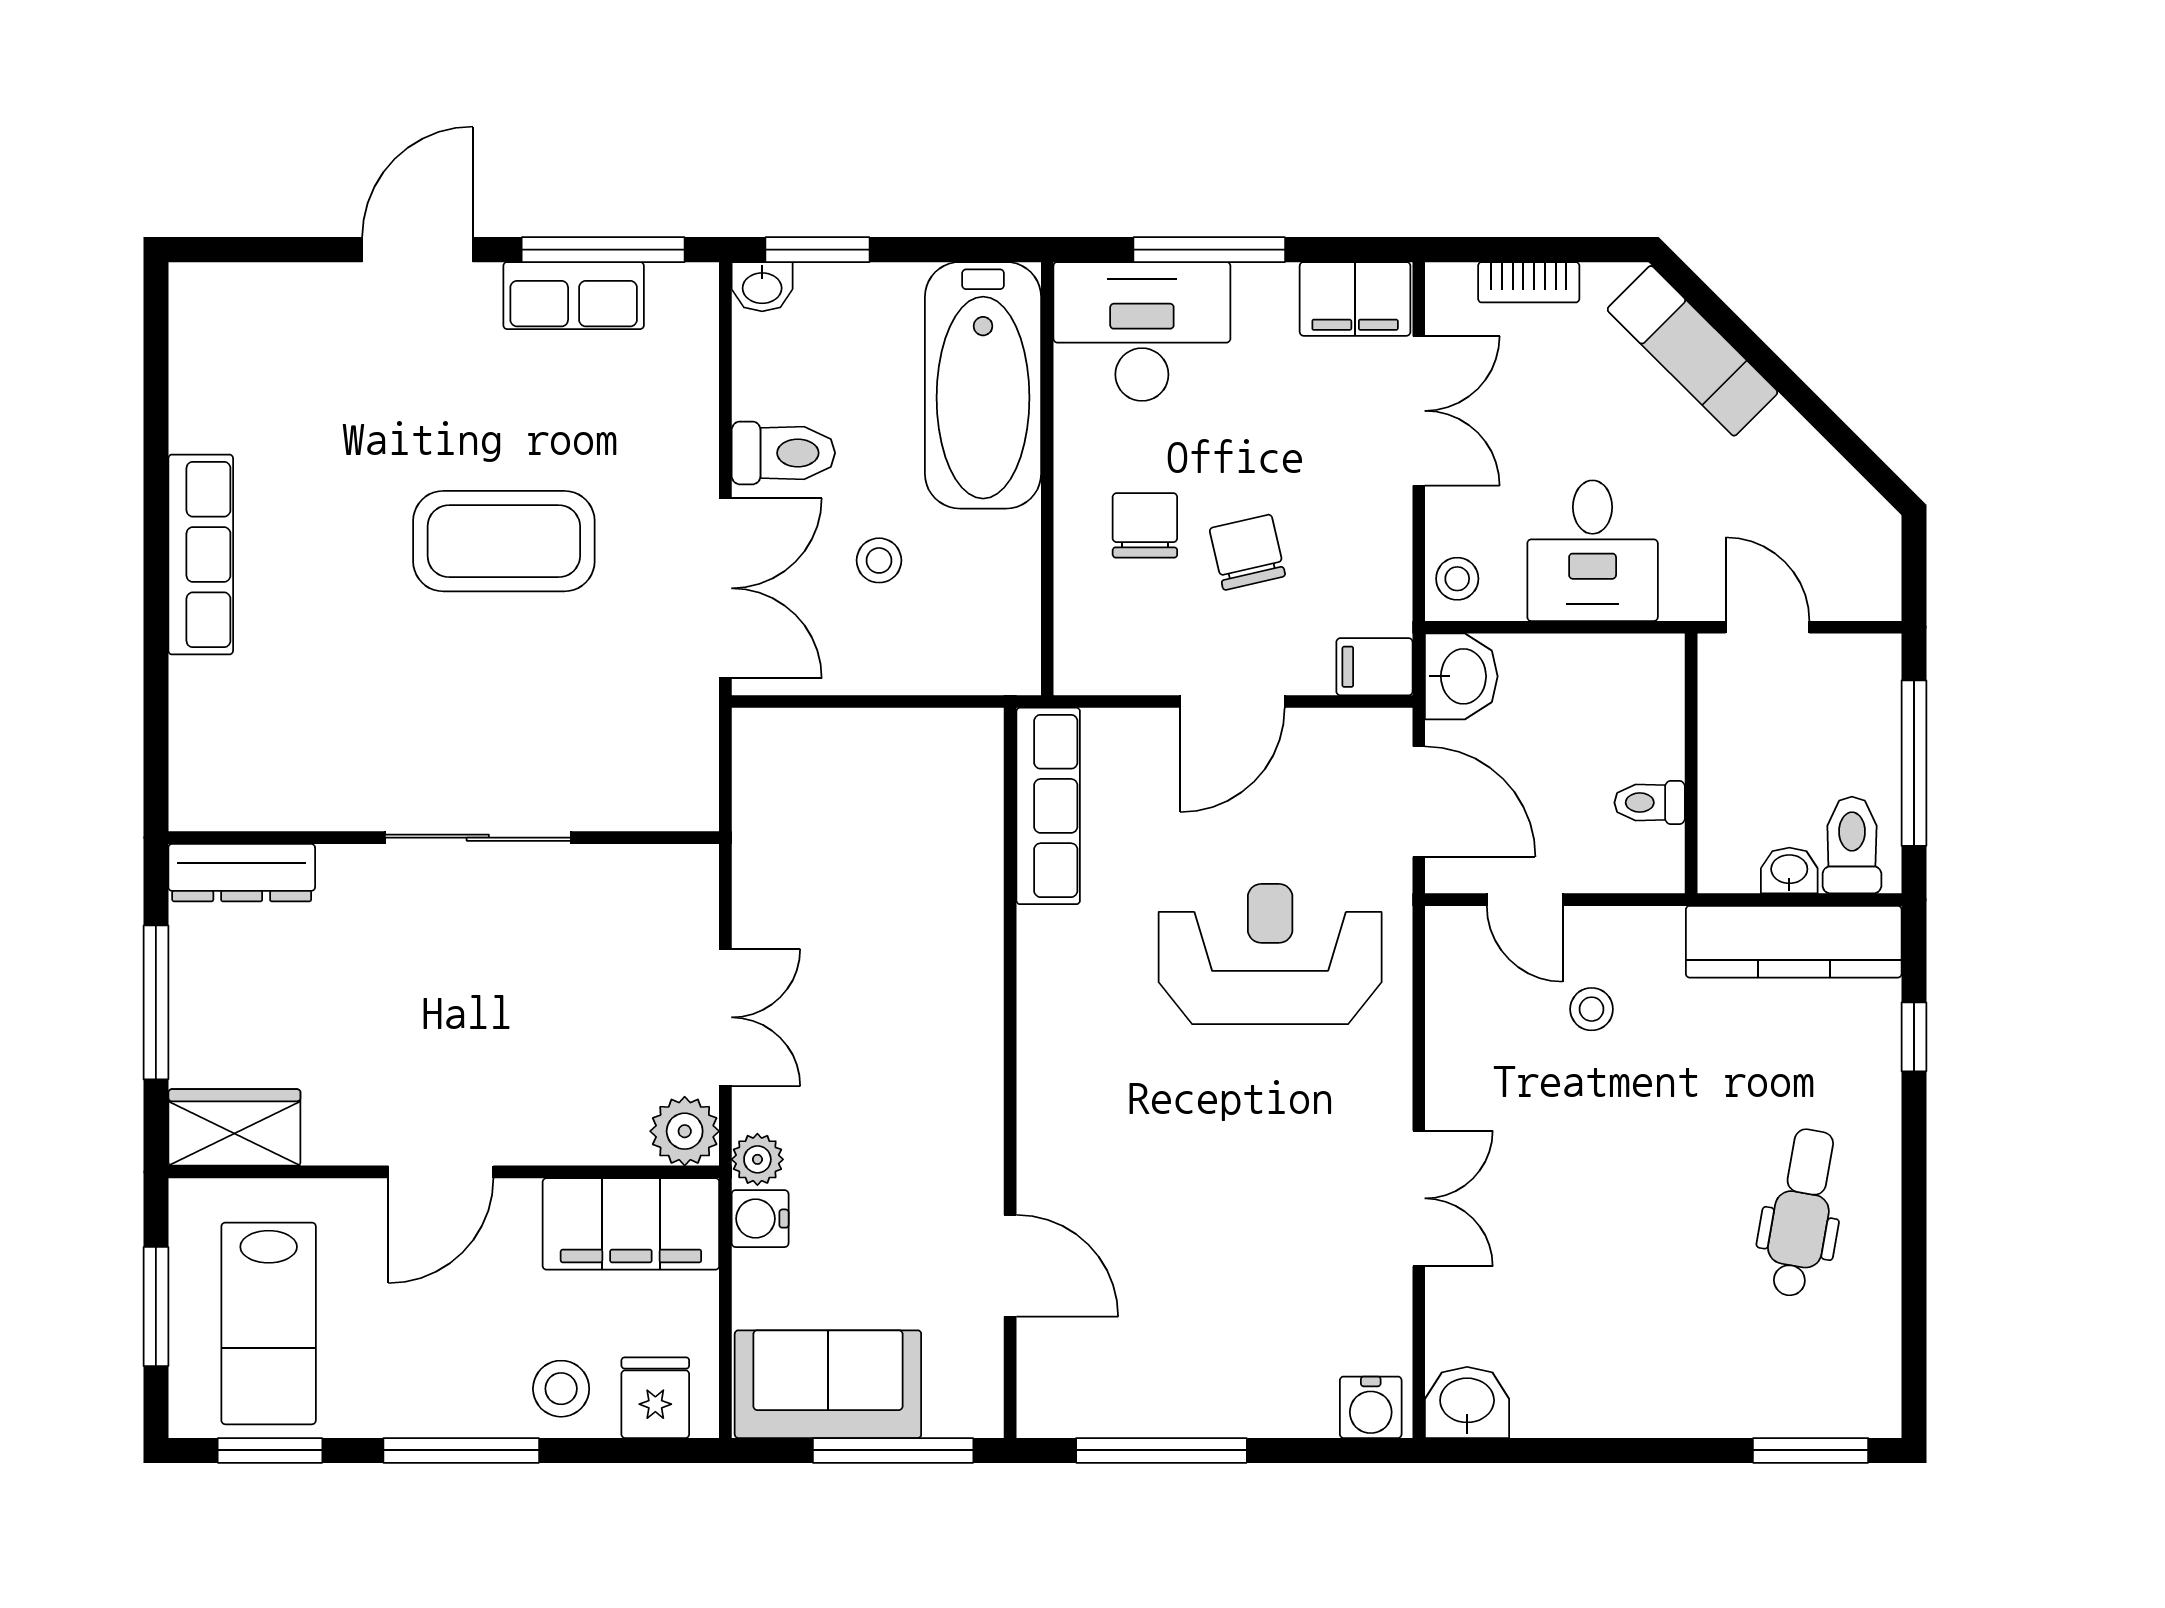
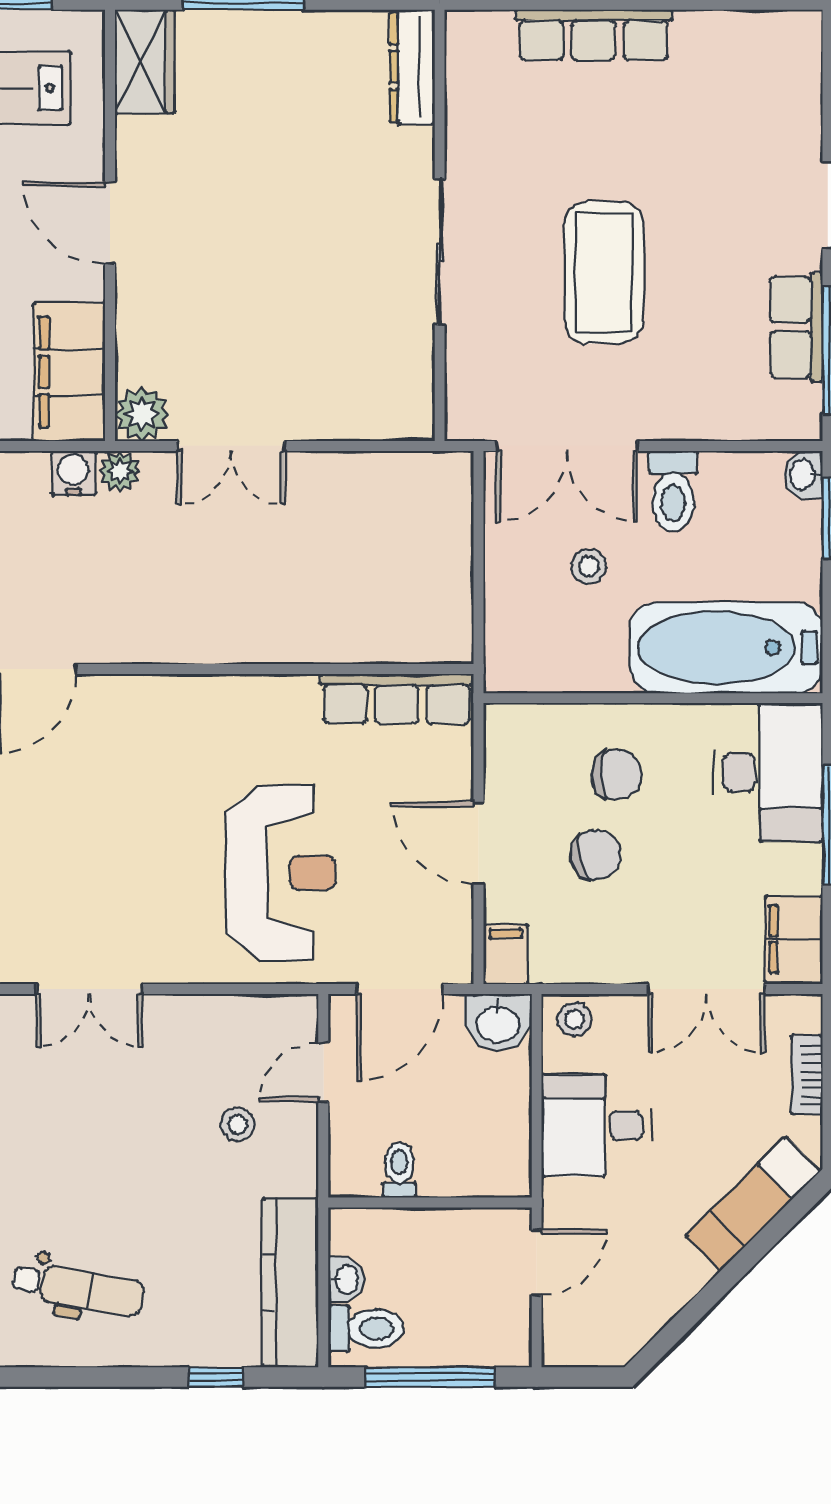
wall: (444, 838) -> (440, 225), moved
sliding door: (478, 838) -> (440, 252), moved
dresser: (242, 873) -> (412, 67), moved

